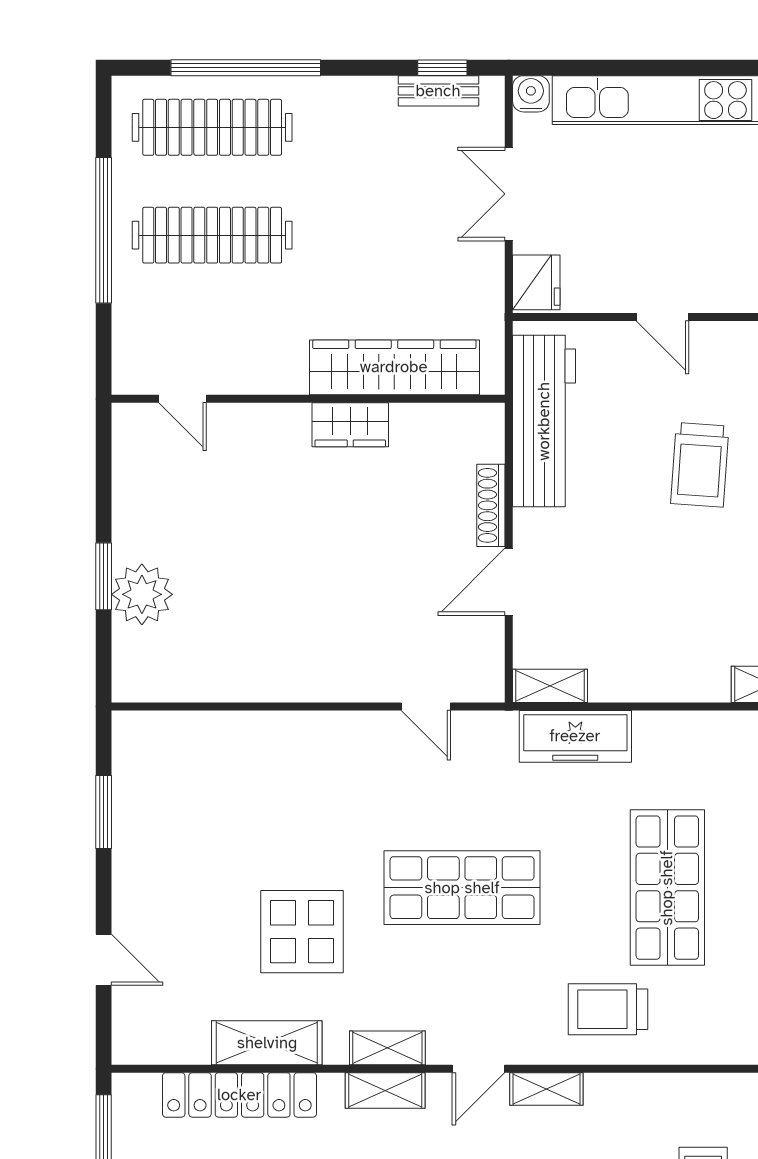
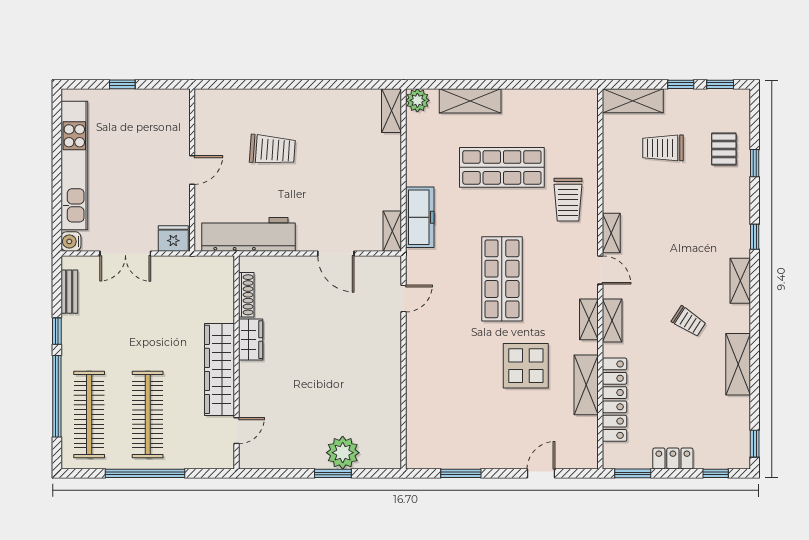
window: (442, 68) -> (57, 331), moved
wardrobe: (394, 367) -> (219, 369), moved
shoe rack: (491, 505) -> (246, 295), moved, turned -90

